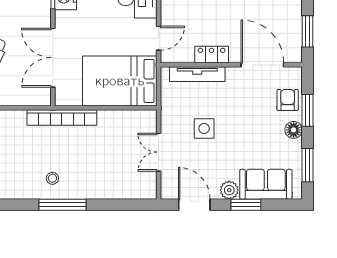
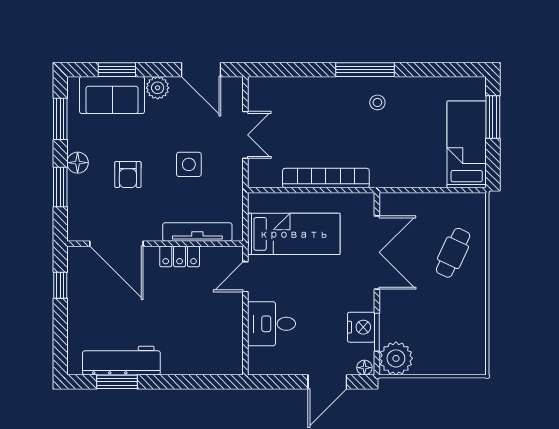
window: (307, 31) -> (60, 285), width x0.67
bed: (120, 81) -> (294, 234), width x0.67
armchair: (288, 100) -> (128, 174), moved
bookcase: (62, 118) -> (326, 178), moved
window: (246, 205) -> (117, 70), moved

